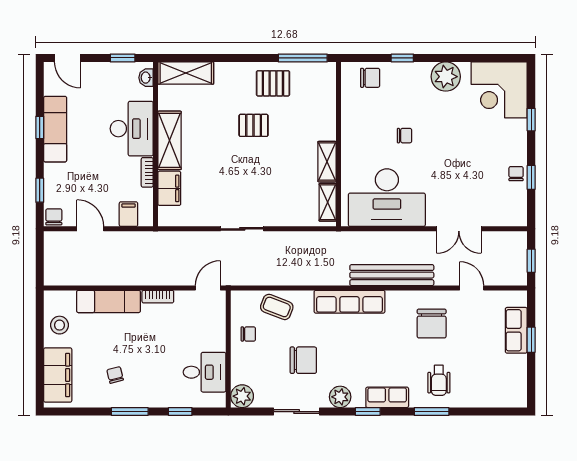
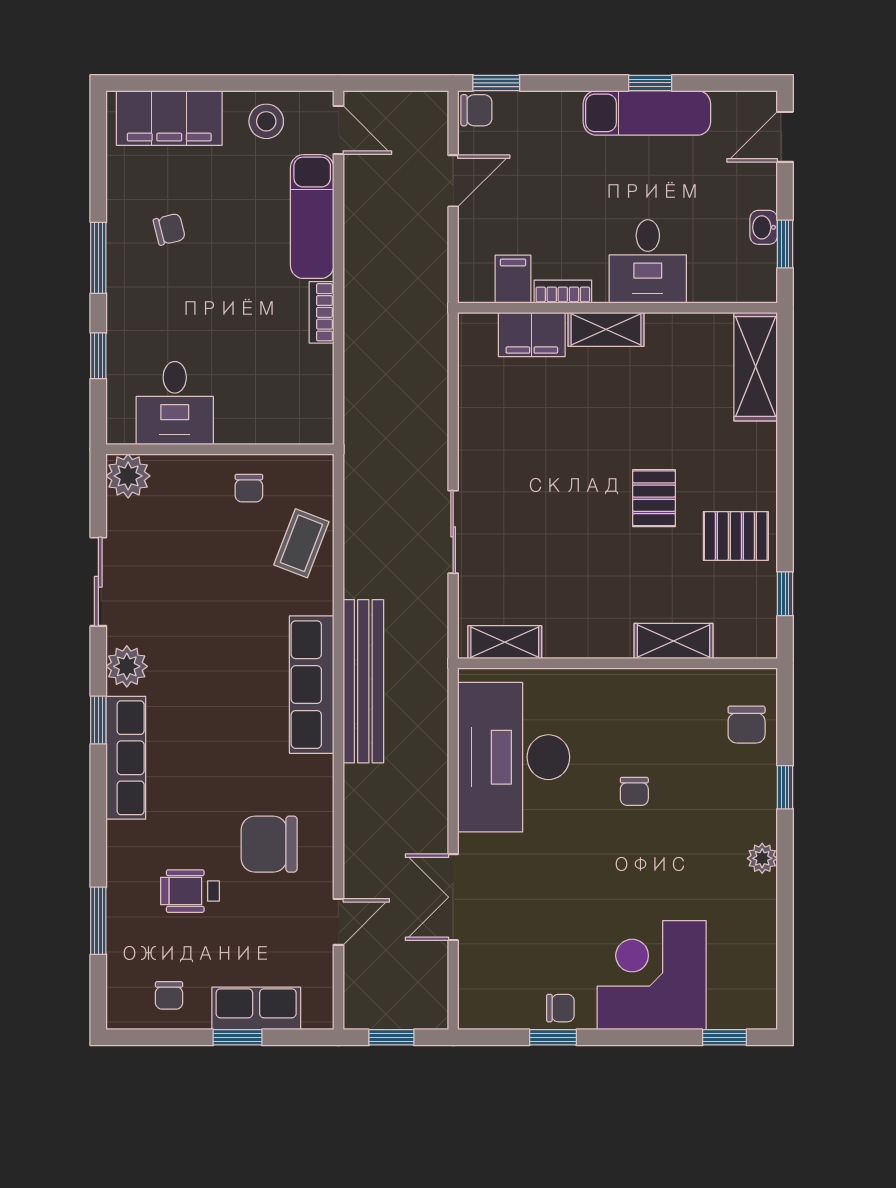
window: (303, 58) -> (785, 594), width x0.46
plant: (446, 77) -> (762, 858), width x0.53, depth x0.53
washbasin: (146, 78) -> (764, 227), moved, turned -90
pallet: (273, 83) -> (736, 536), turned 90
corner desk: (499, 90) -> (652, 975), moved
window: (531, 120) -> (725, 1037), moved
desk: (132, 129) -> (648, 261), width x0.73
shelving: (170, 140) -> (606, 329), width x0.67, depth x0.75
shelving: (327, 162) -> (673, 641), moved
window: (40, 190) -> (496, 83), moved
filing cabinet: (128, 214) -> (513, 279), moved, turned -90
sliding door: (242, 229) -> (453, 532), moved
bench: (392, 275) -> (363, 681), moved
door: (208, 288) -> (338, 130), moved
chair: (303, 360) -> (169, 995), moved, width x0.54, depth x0.54
wheelchair: (439, 380) -> (190, 891), moved
row of seats: (387, 397) -> (126, 758), width x1.48
window: (432, 412) -> (98, 921), moved

